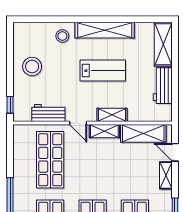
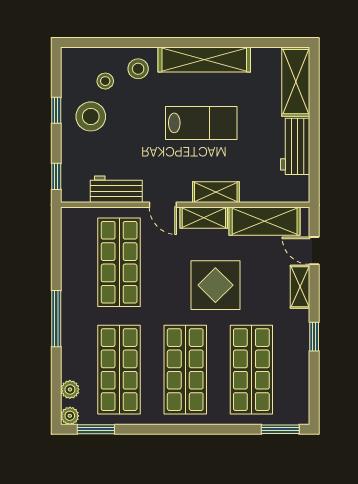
stool: (41, 44) -> (105, 81), added
window: (10, 63) -> (56, 110), added
display table: (112, 174) -> (215, 285), added

